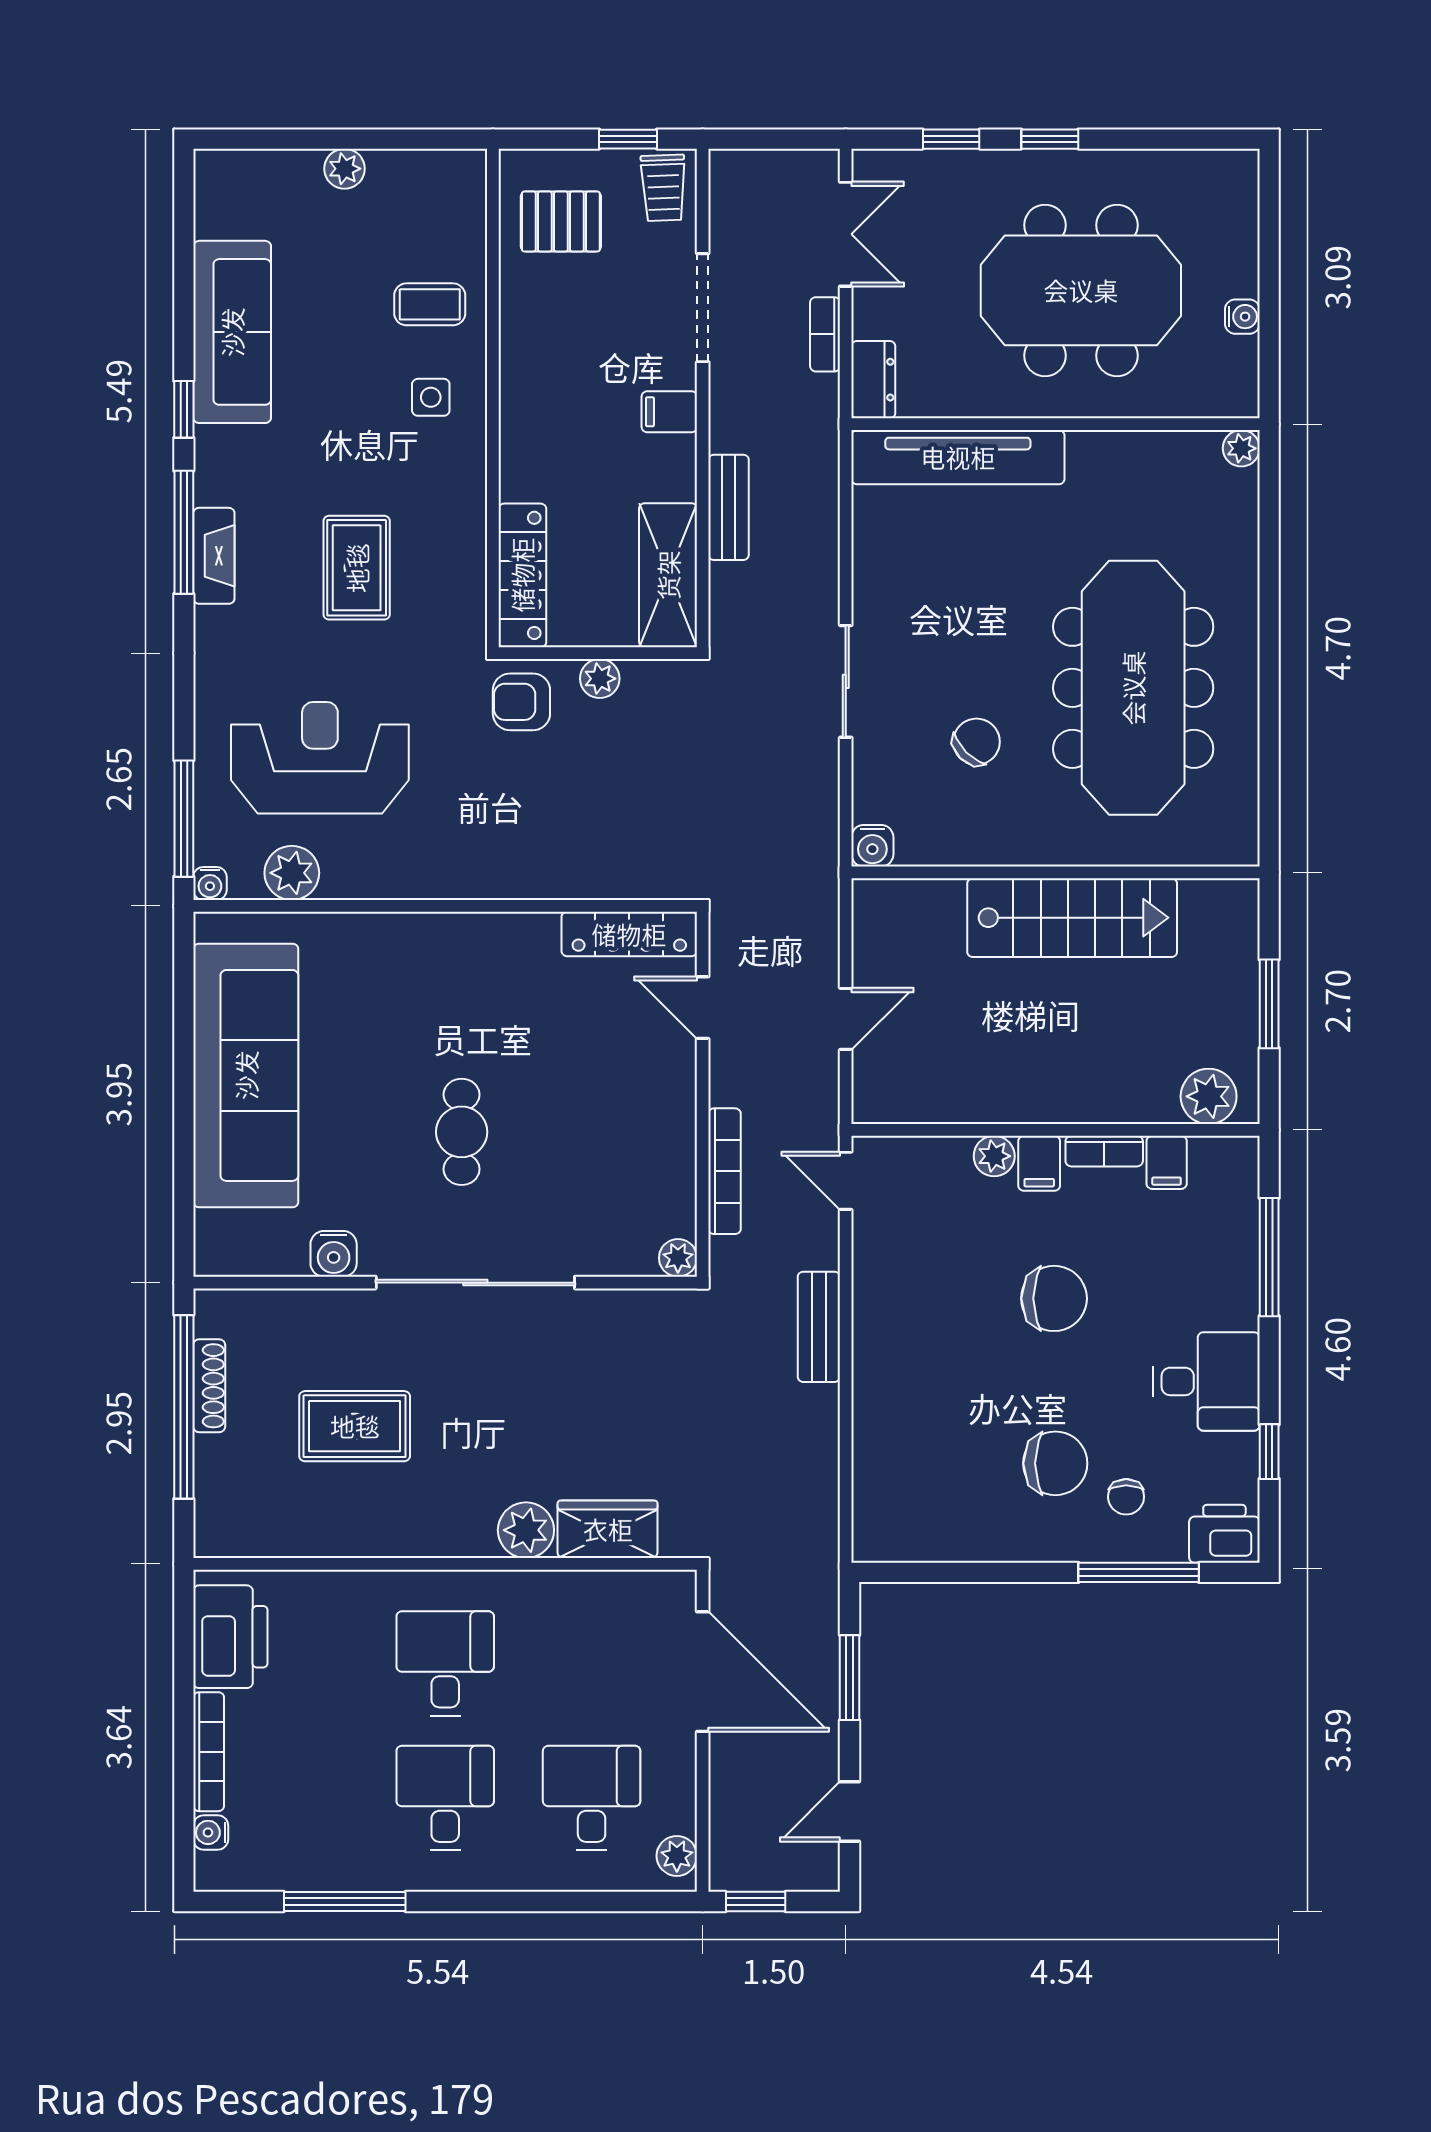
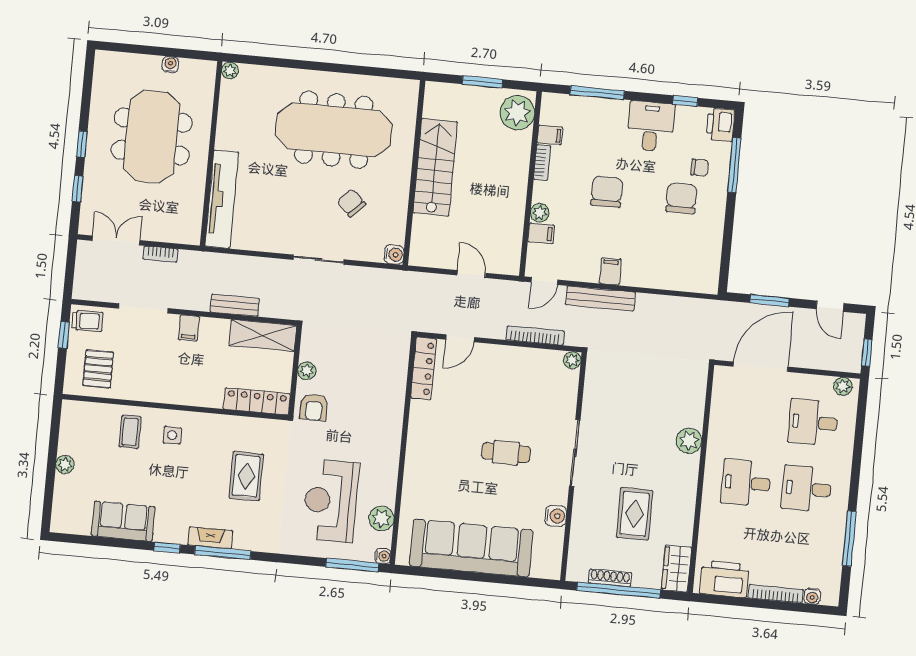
sofa: (232, 332) -> (123, 521), width x0.73
dresser: (873, 380) -> (183, 234), removed
fireplace: (214, 556) -> (210, 538), moved
rug: (357, 568) -> (246, 476), turned 90
plant: (1209, 1096) -> (517, 113), width x1.36, depth x1.36
filing cabinet: (1039, 1163) -> (541, 233), moved
sliding door: (475, 1283) -> (575, 453), width x0.73
filing cabinet: (880, 1323) -> (610, 271), added
bench: (819, 1327) -> (600, 298), width x1.36
wardrobe: (608, 1529) -> (676, 569), moved

